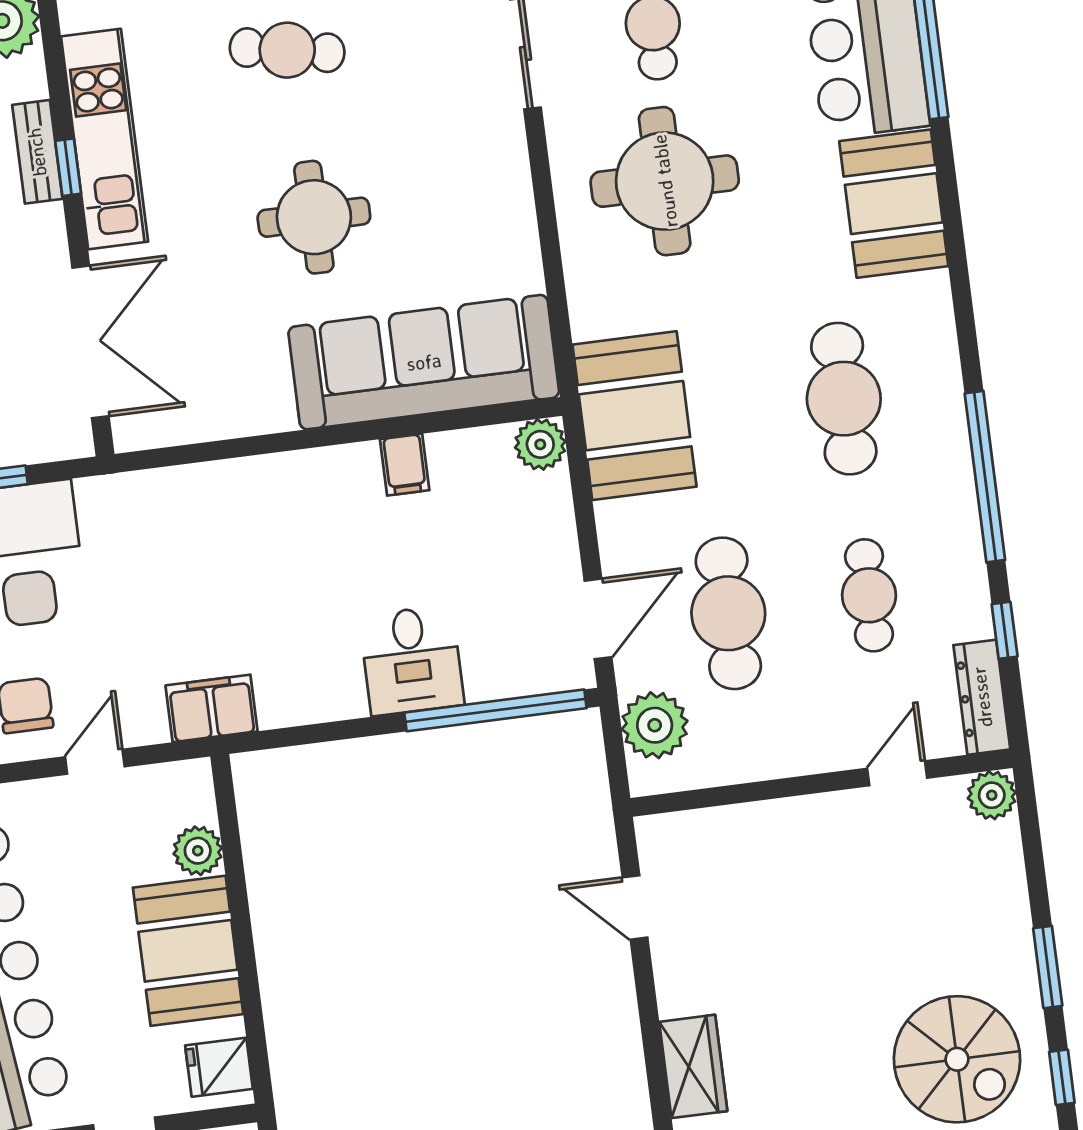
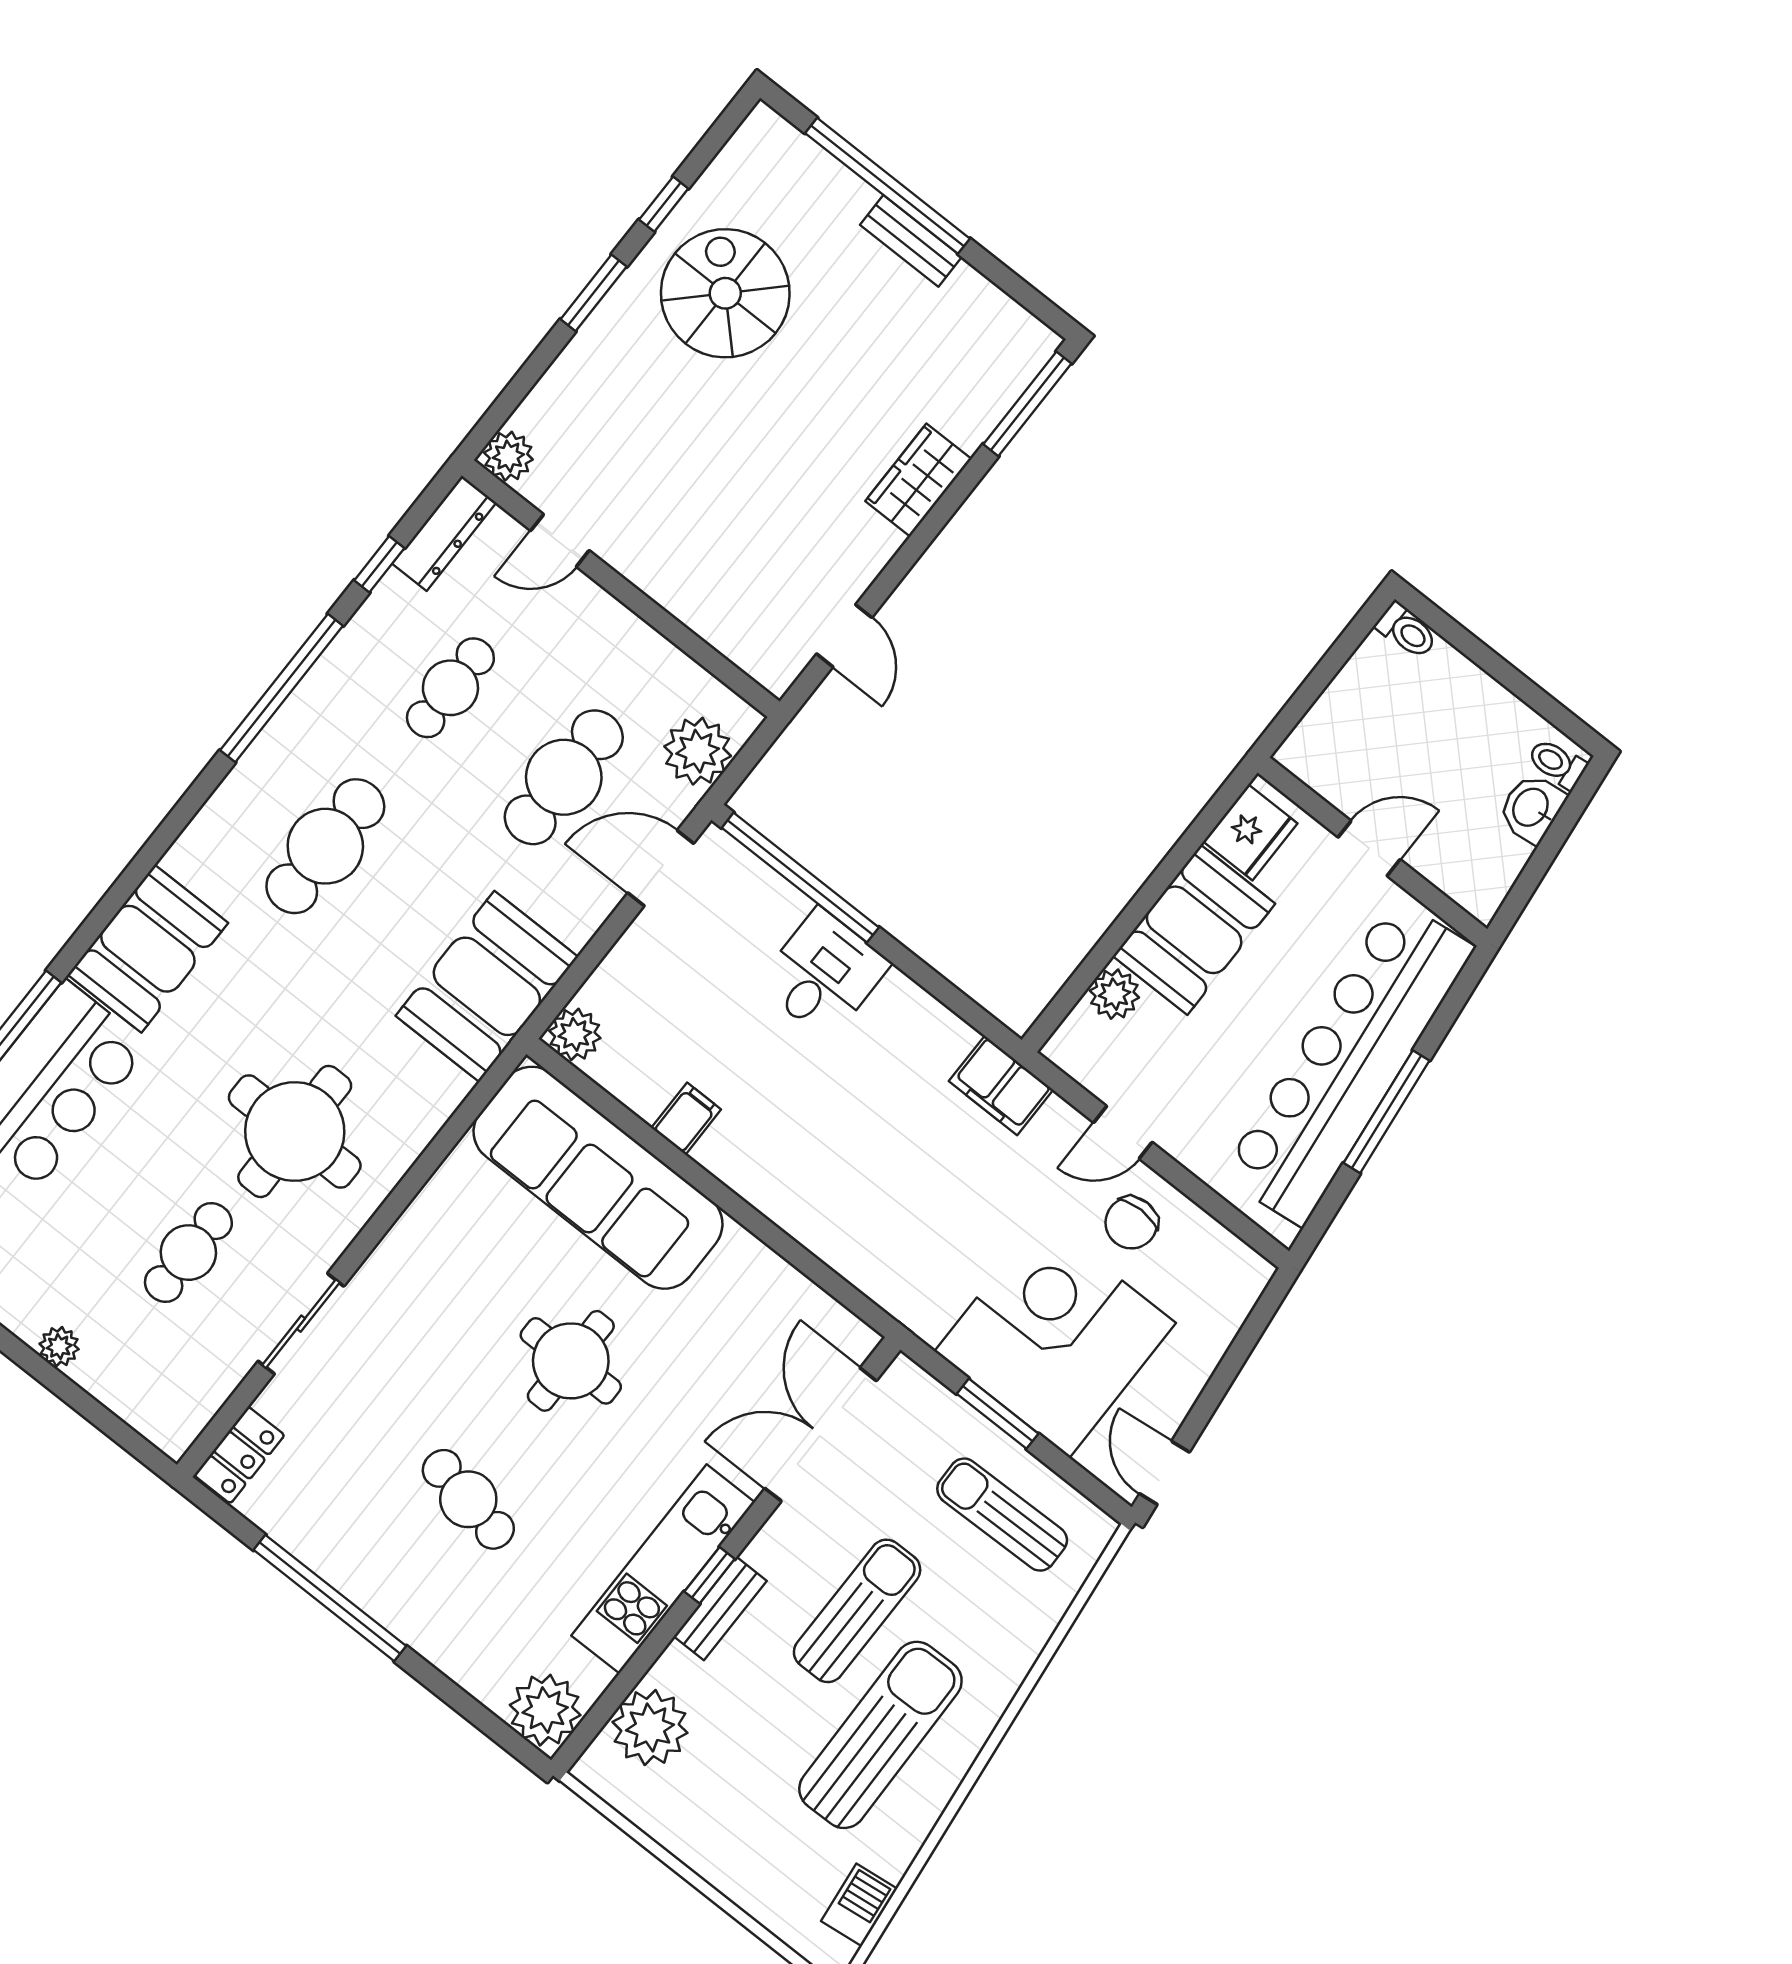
fridge: (219, 1067) -> (1250, 832), width x1.38

